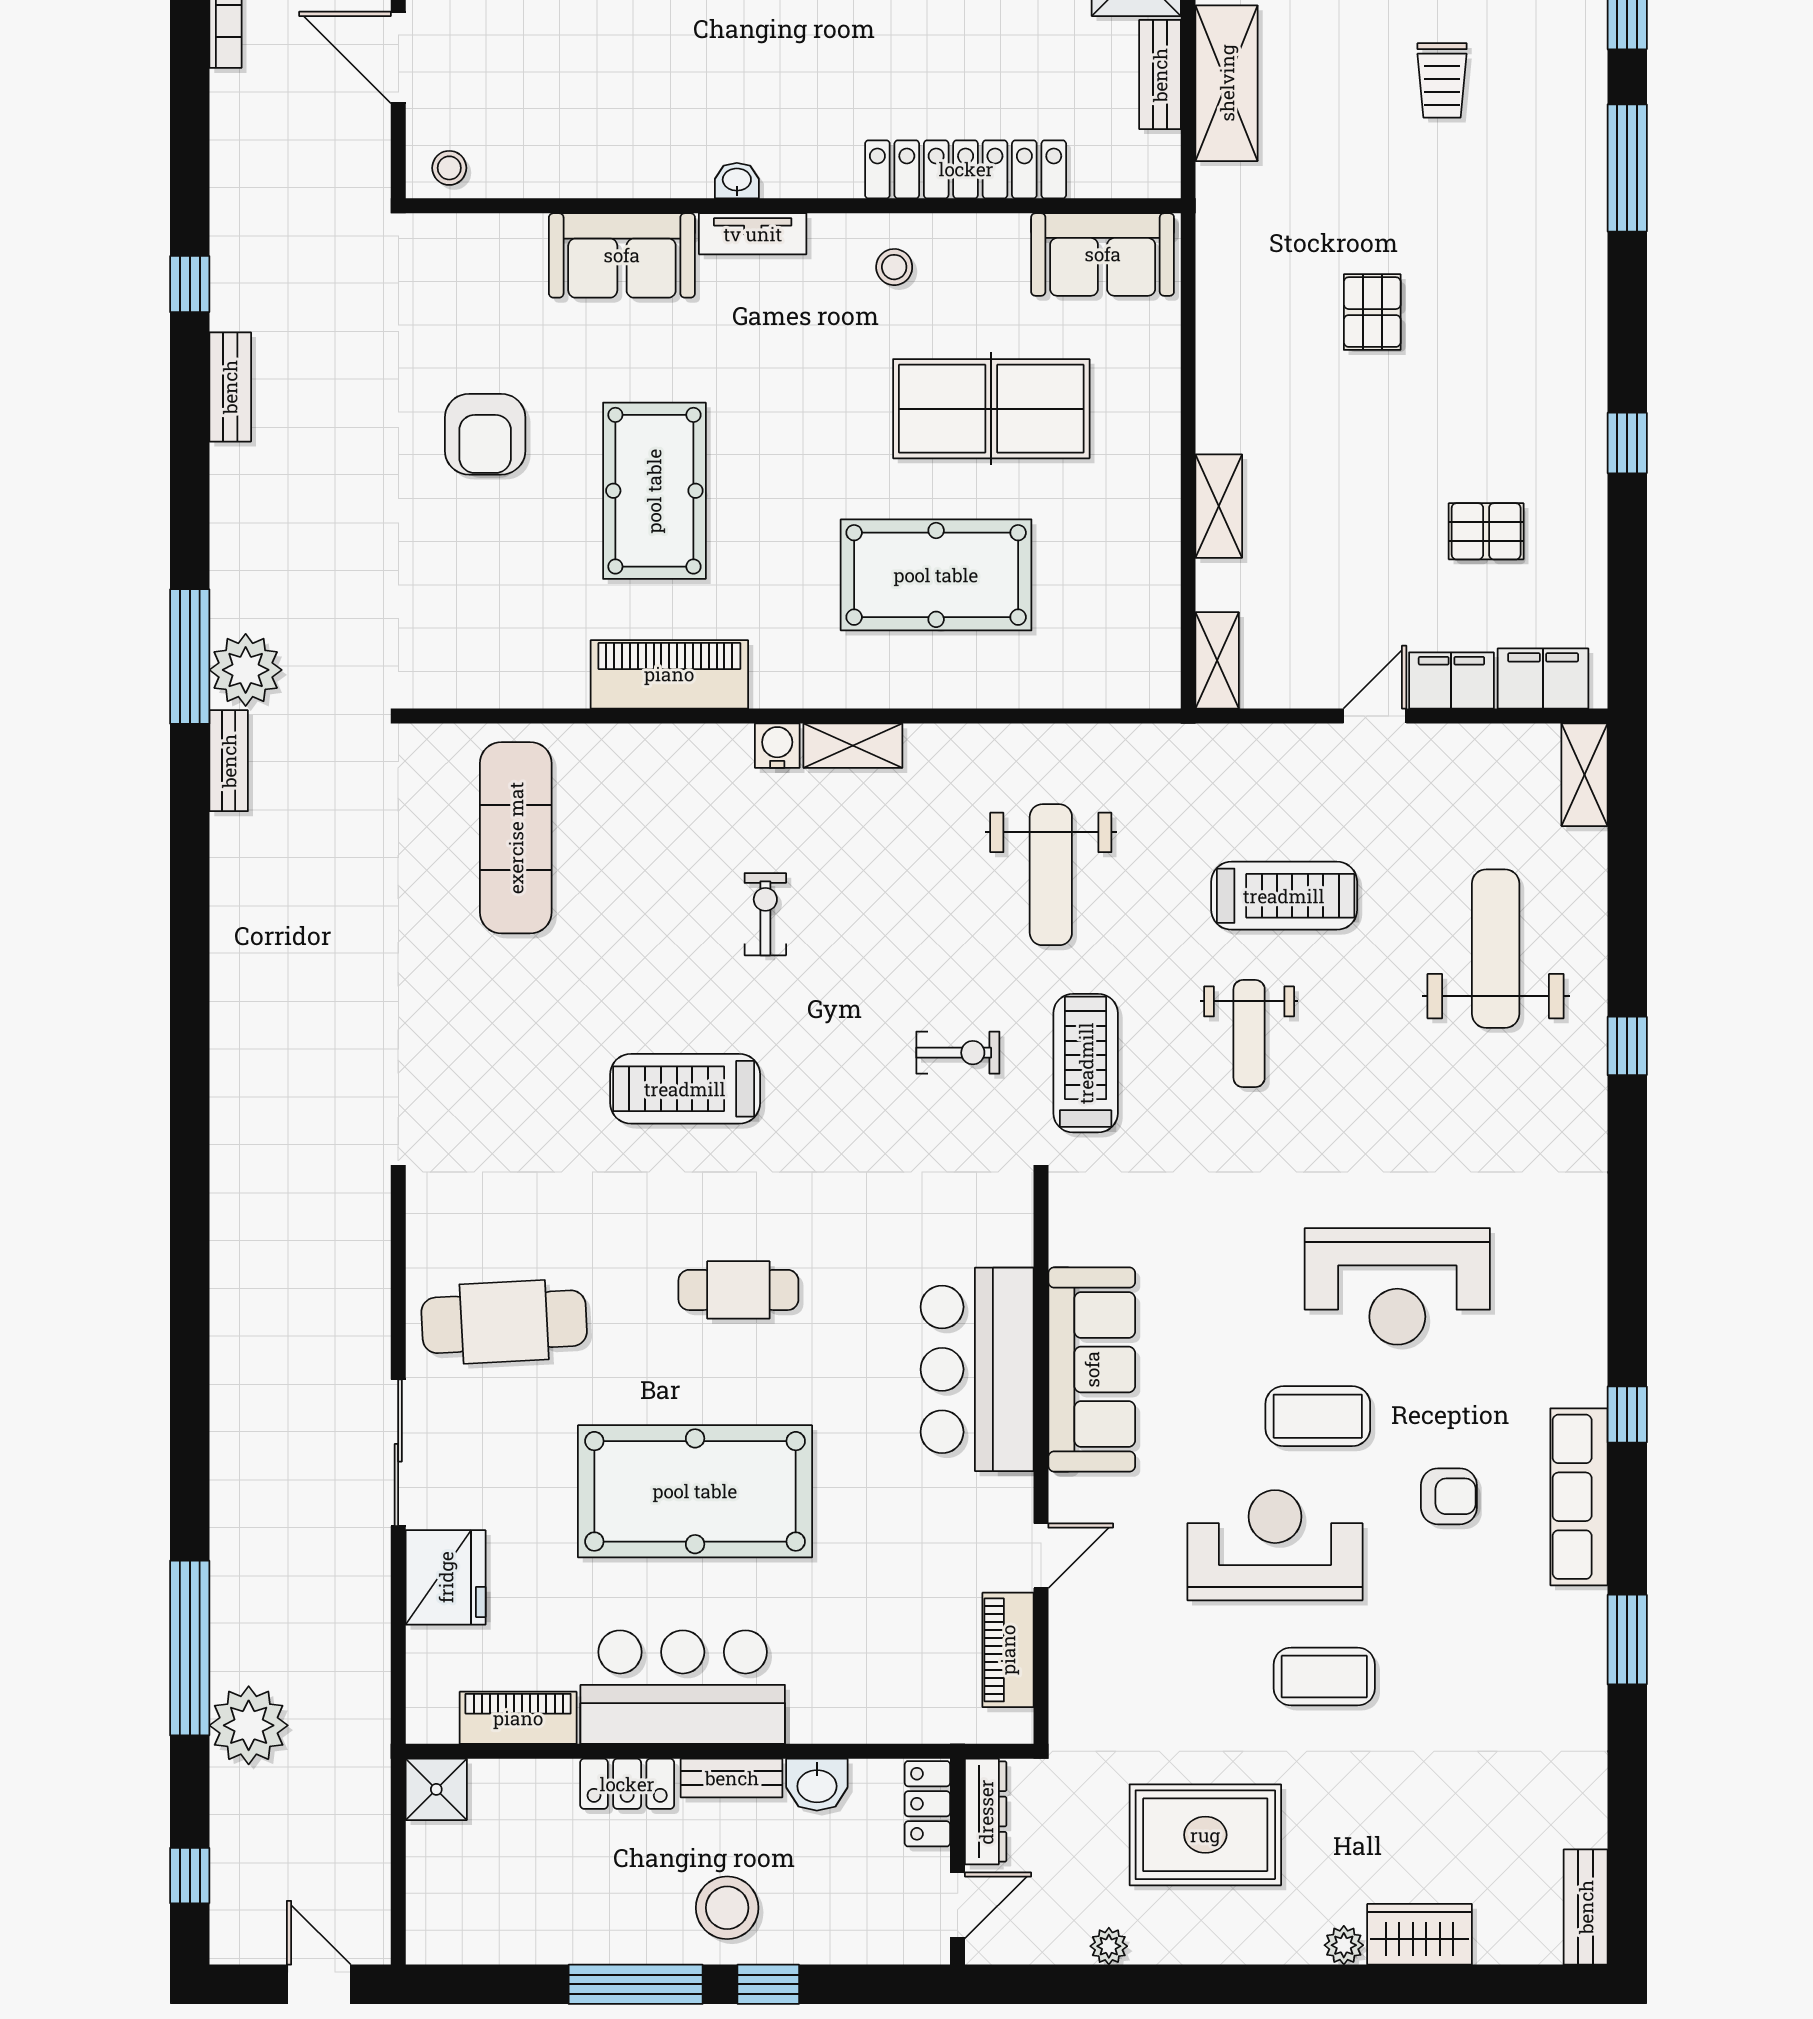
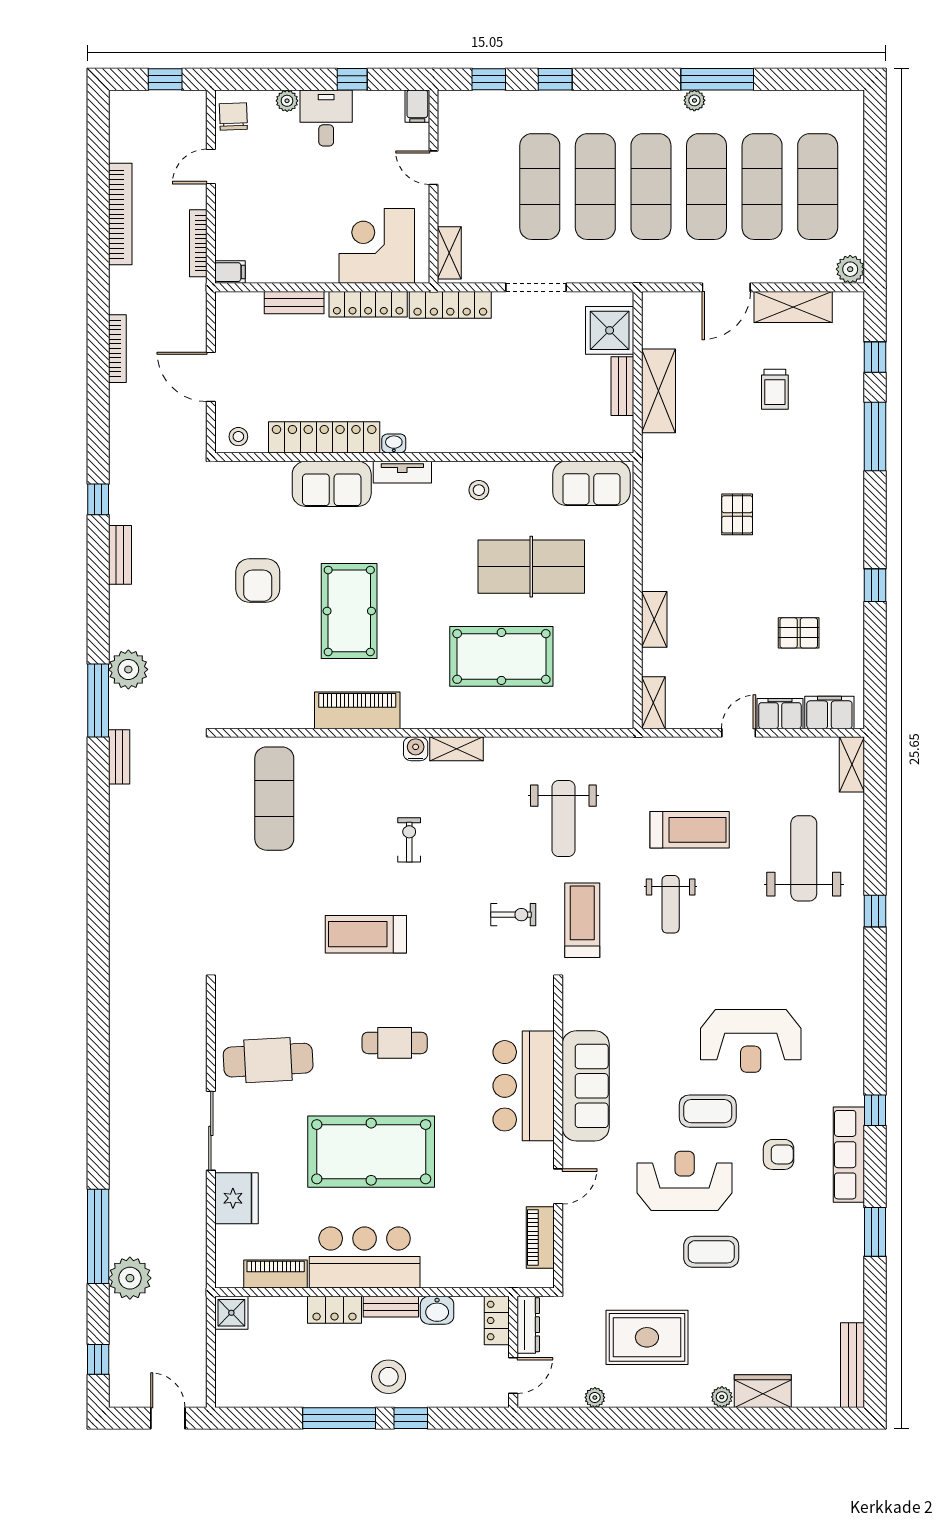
locker: (966, 169) -> (324, 437), moved
plant: (246, 670) -> (128, 669), moved
bench: (1586, 1907) -> (852, 1365), width x1.36

